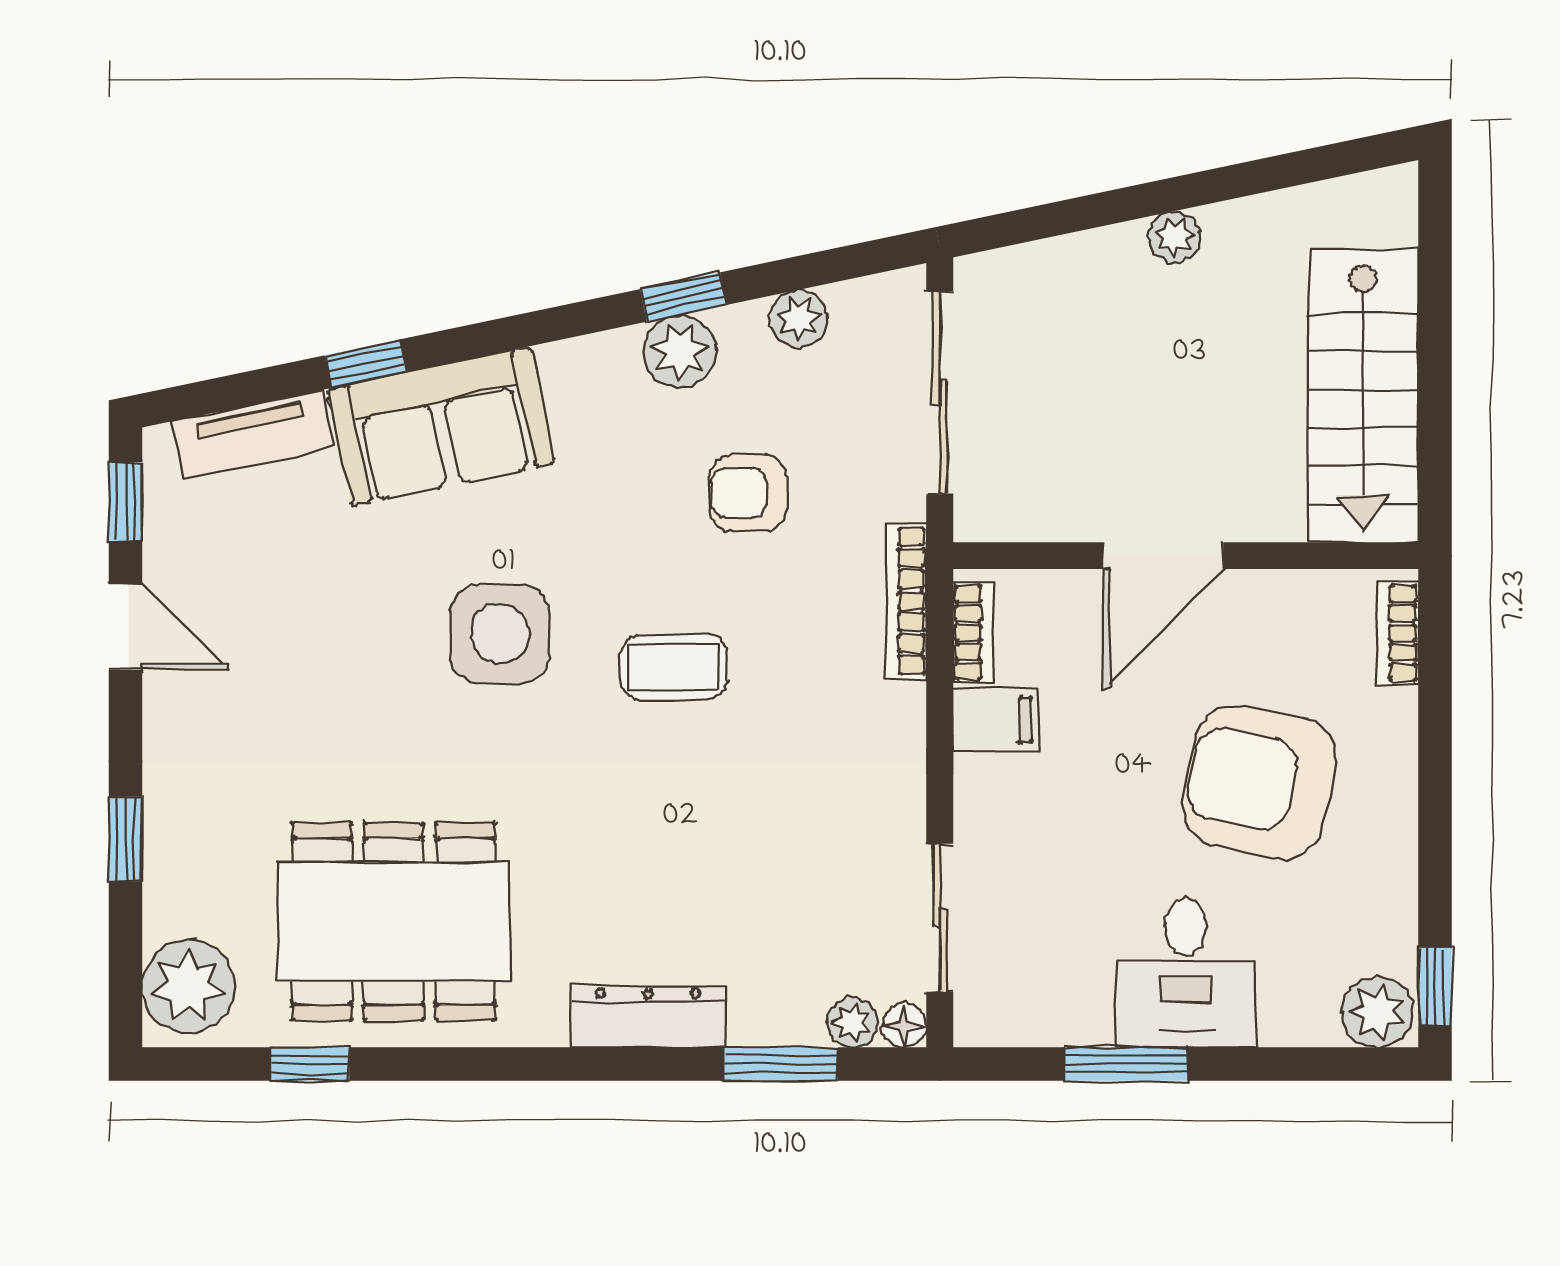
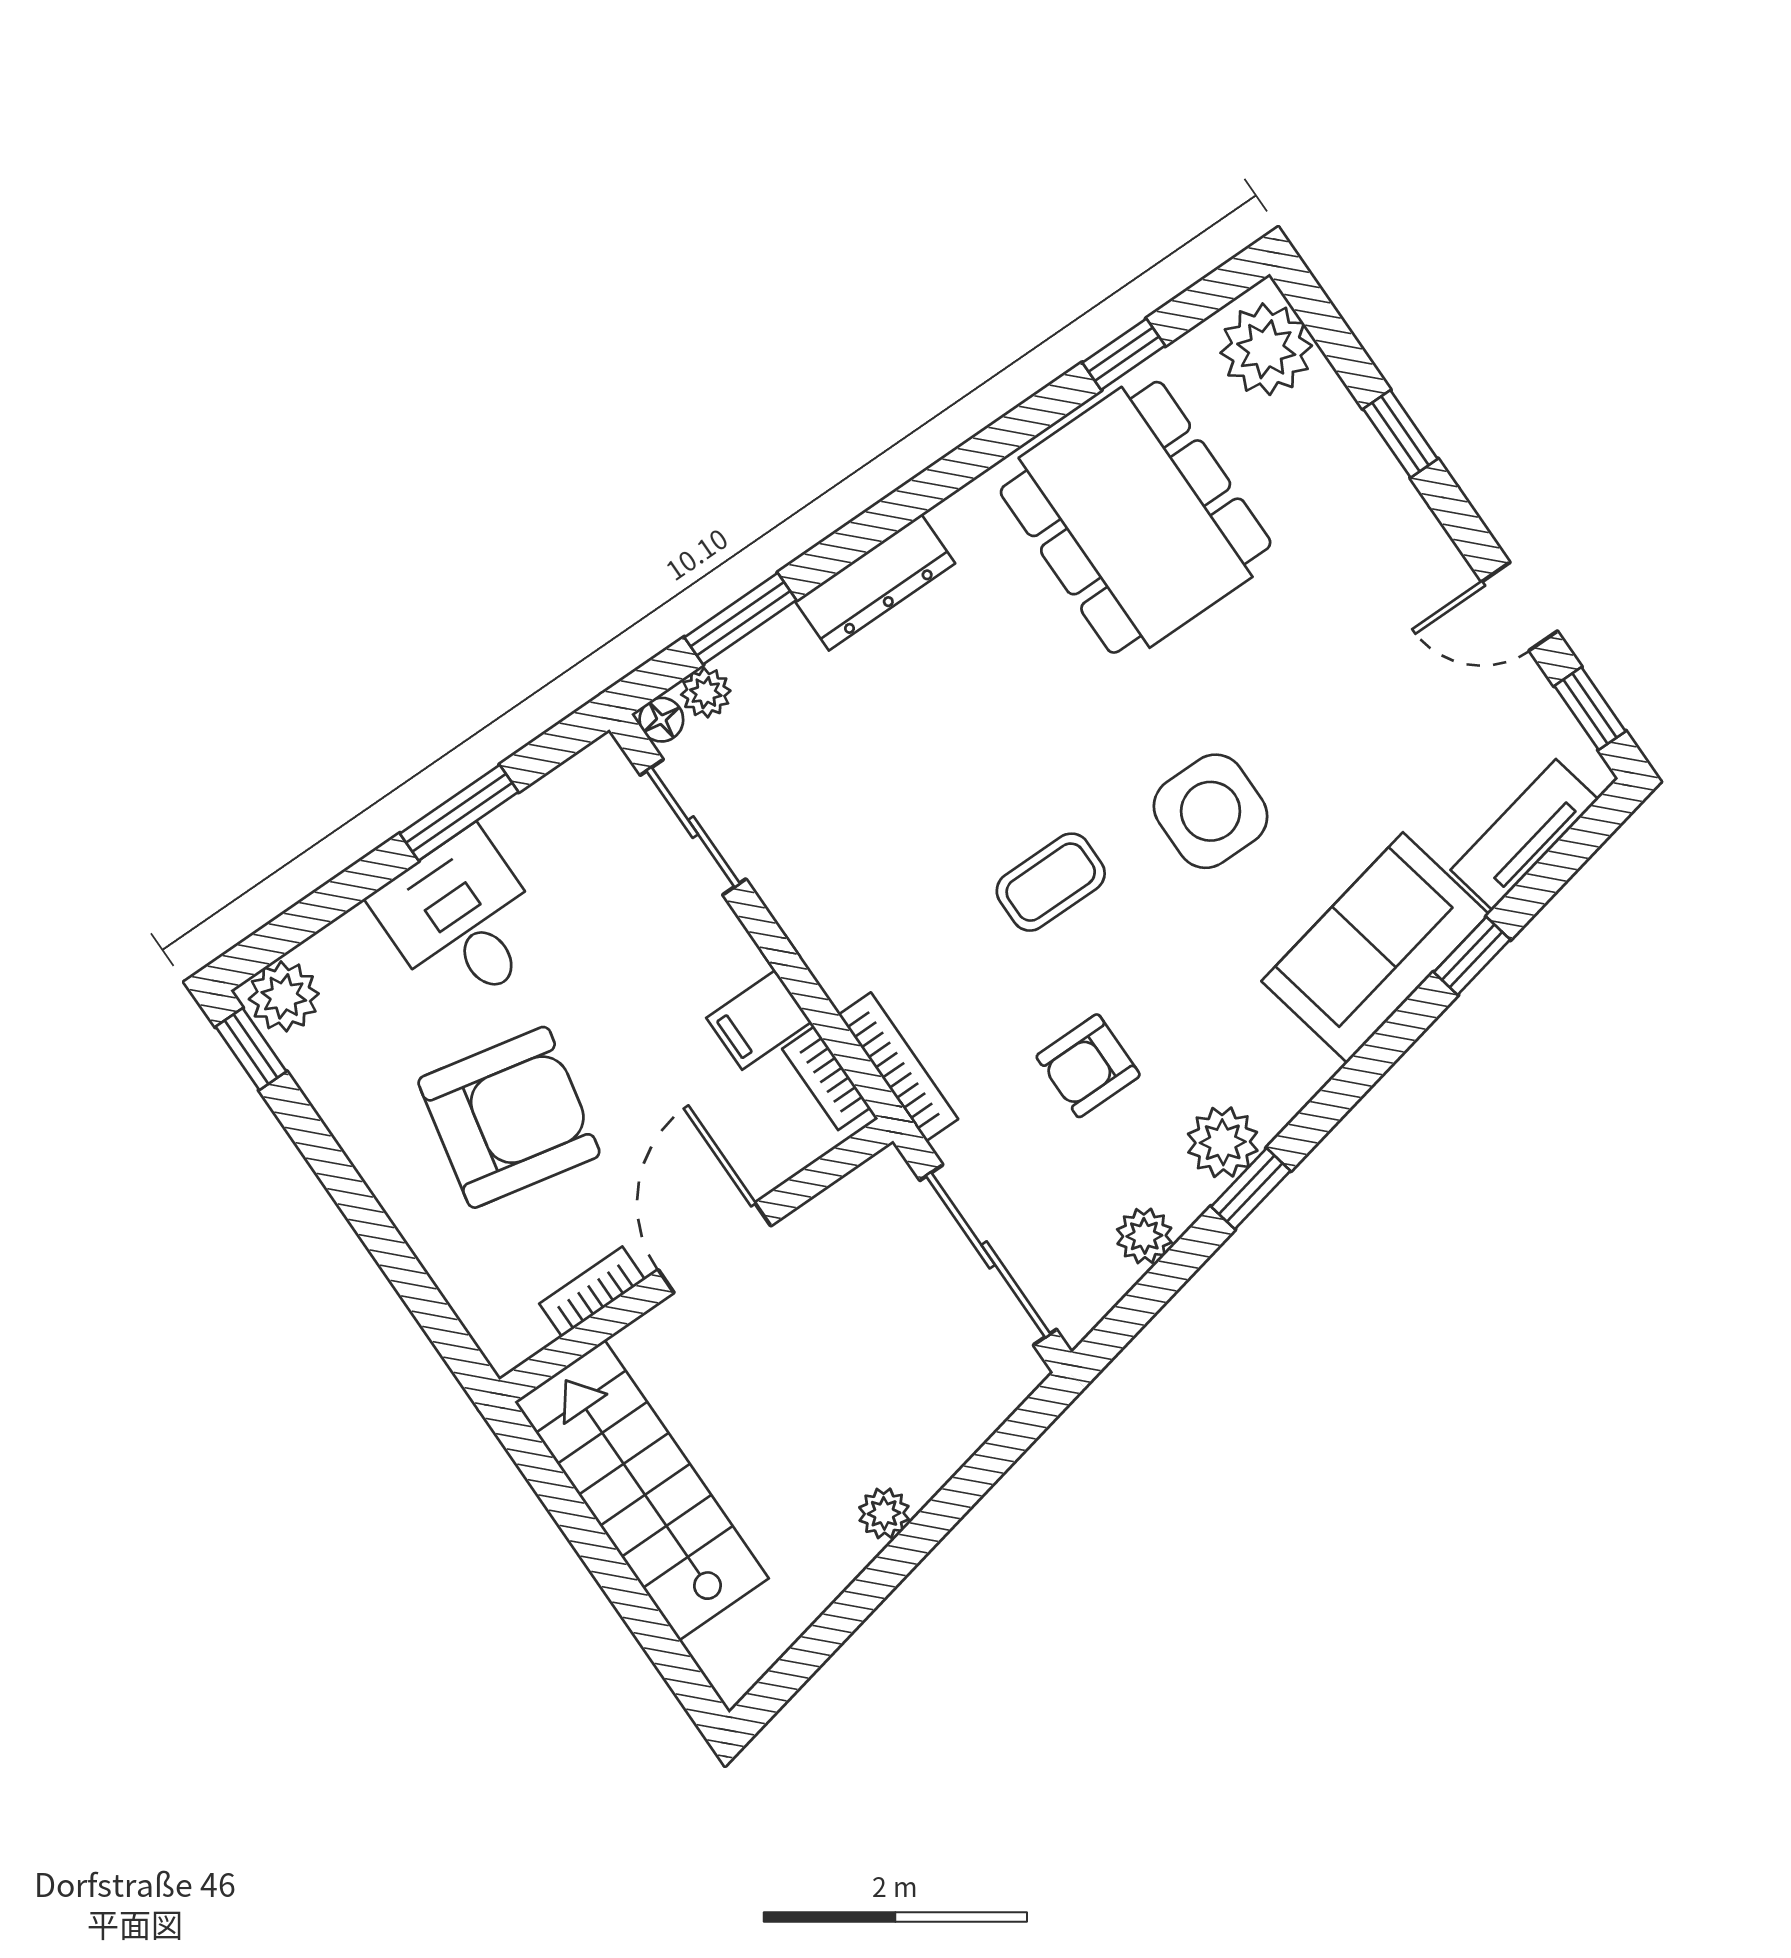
armchair: (748, 493) -> (1088, 1066), turned 180
bookcase: (1398, 633) -> (592, 1292), moved, turned -90
dining table: (394, 922) -> (1136, 517), turned 90

